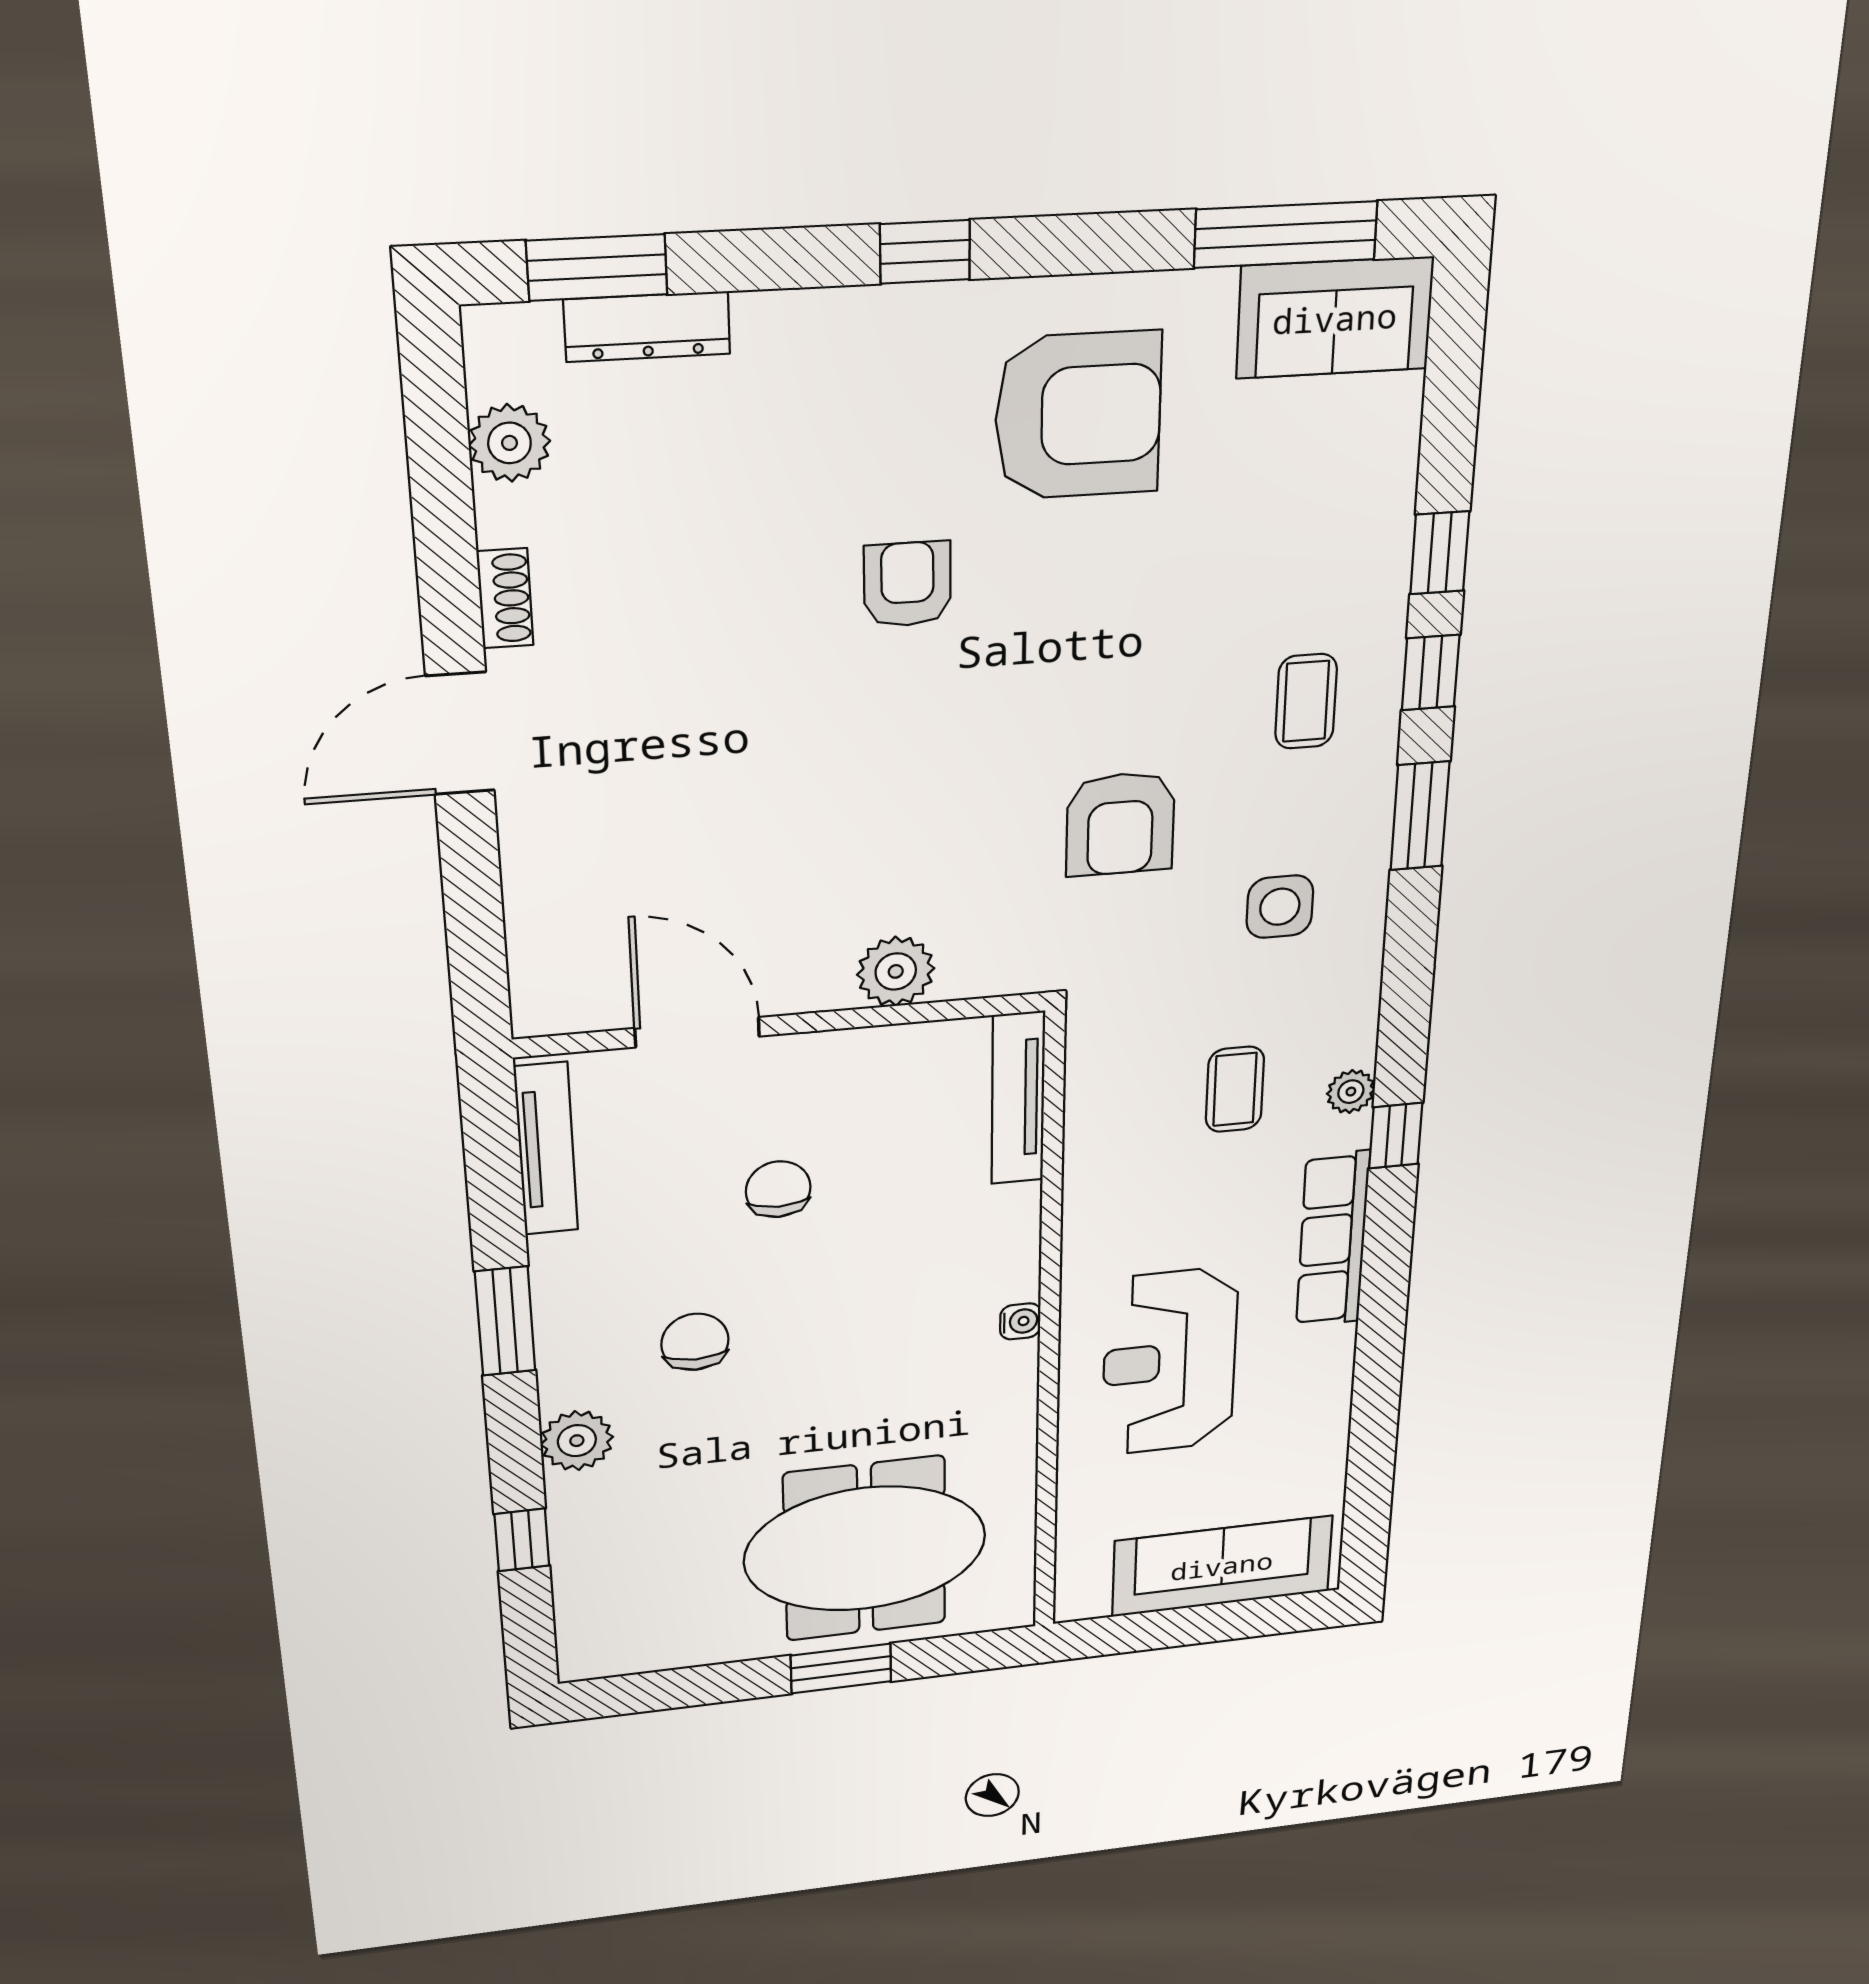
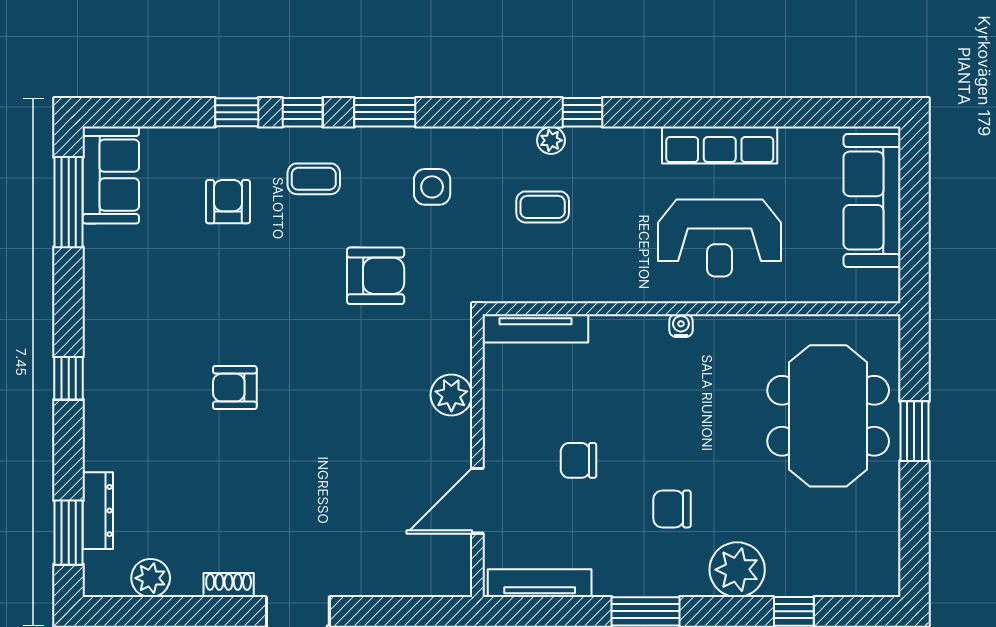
armchair: (1078, 416) -> (228, 202), moved, width x0.53, depth x0.53
row of seats: (1333, 1239) -> (720, 145), moved
plant: (577, 1441) -> (737, 570), width x1.36, depth x1.36

